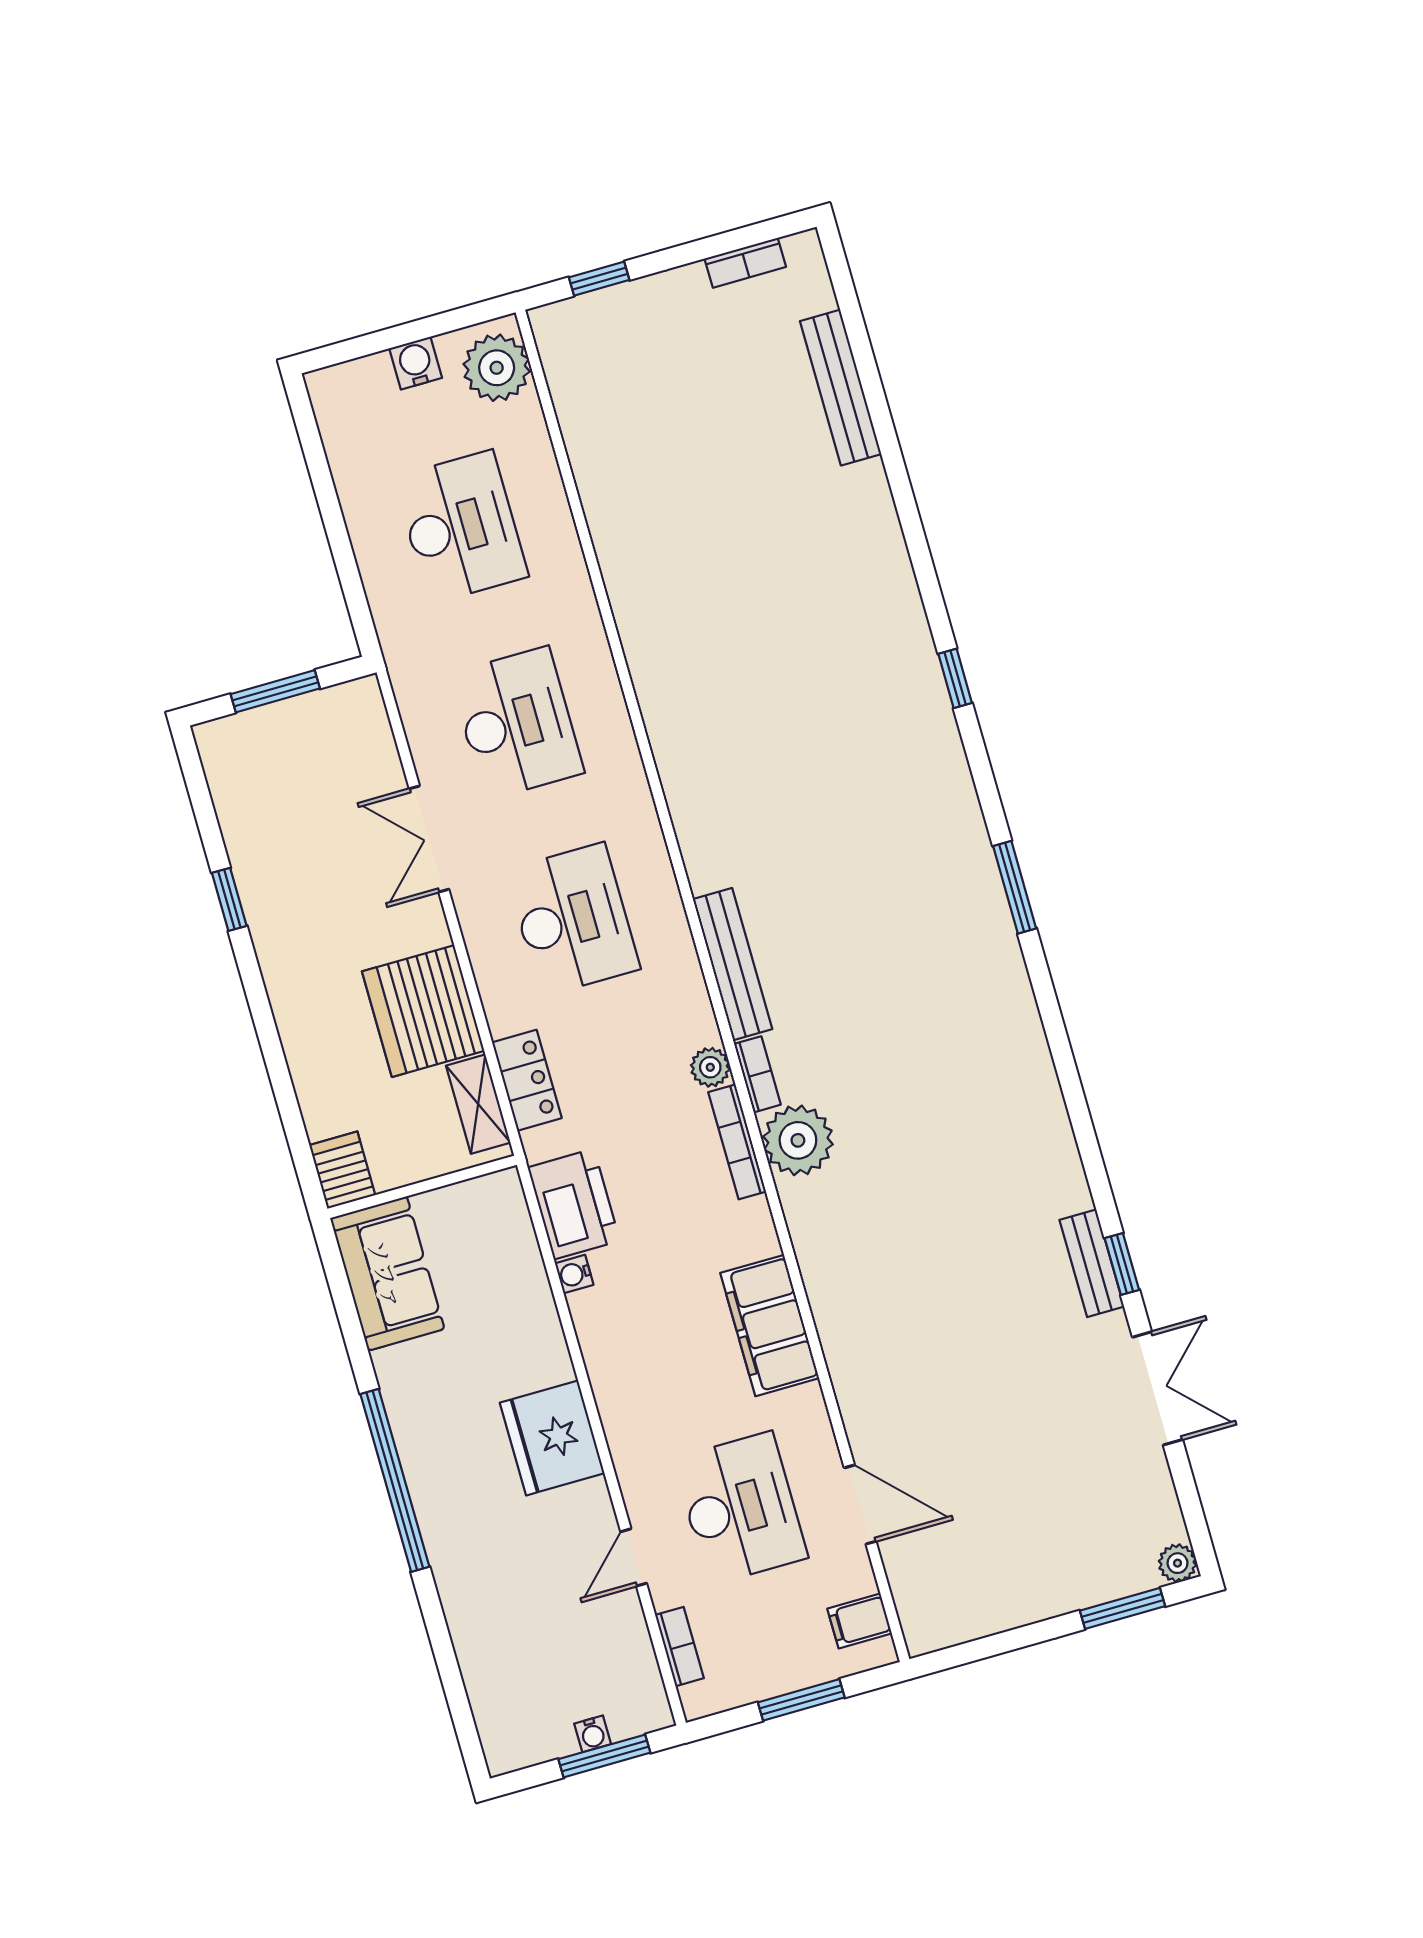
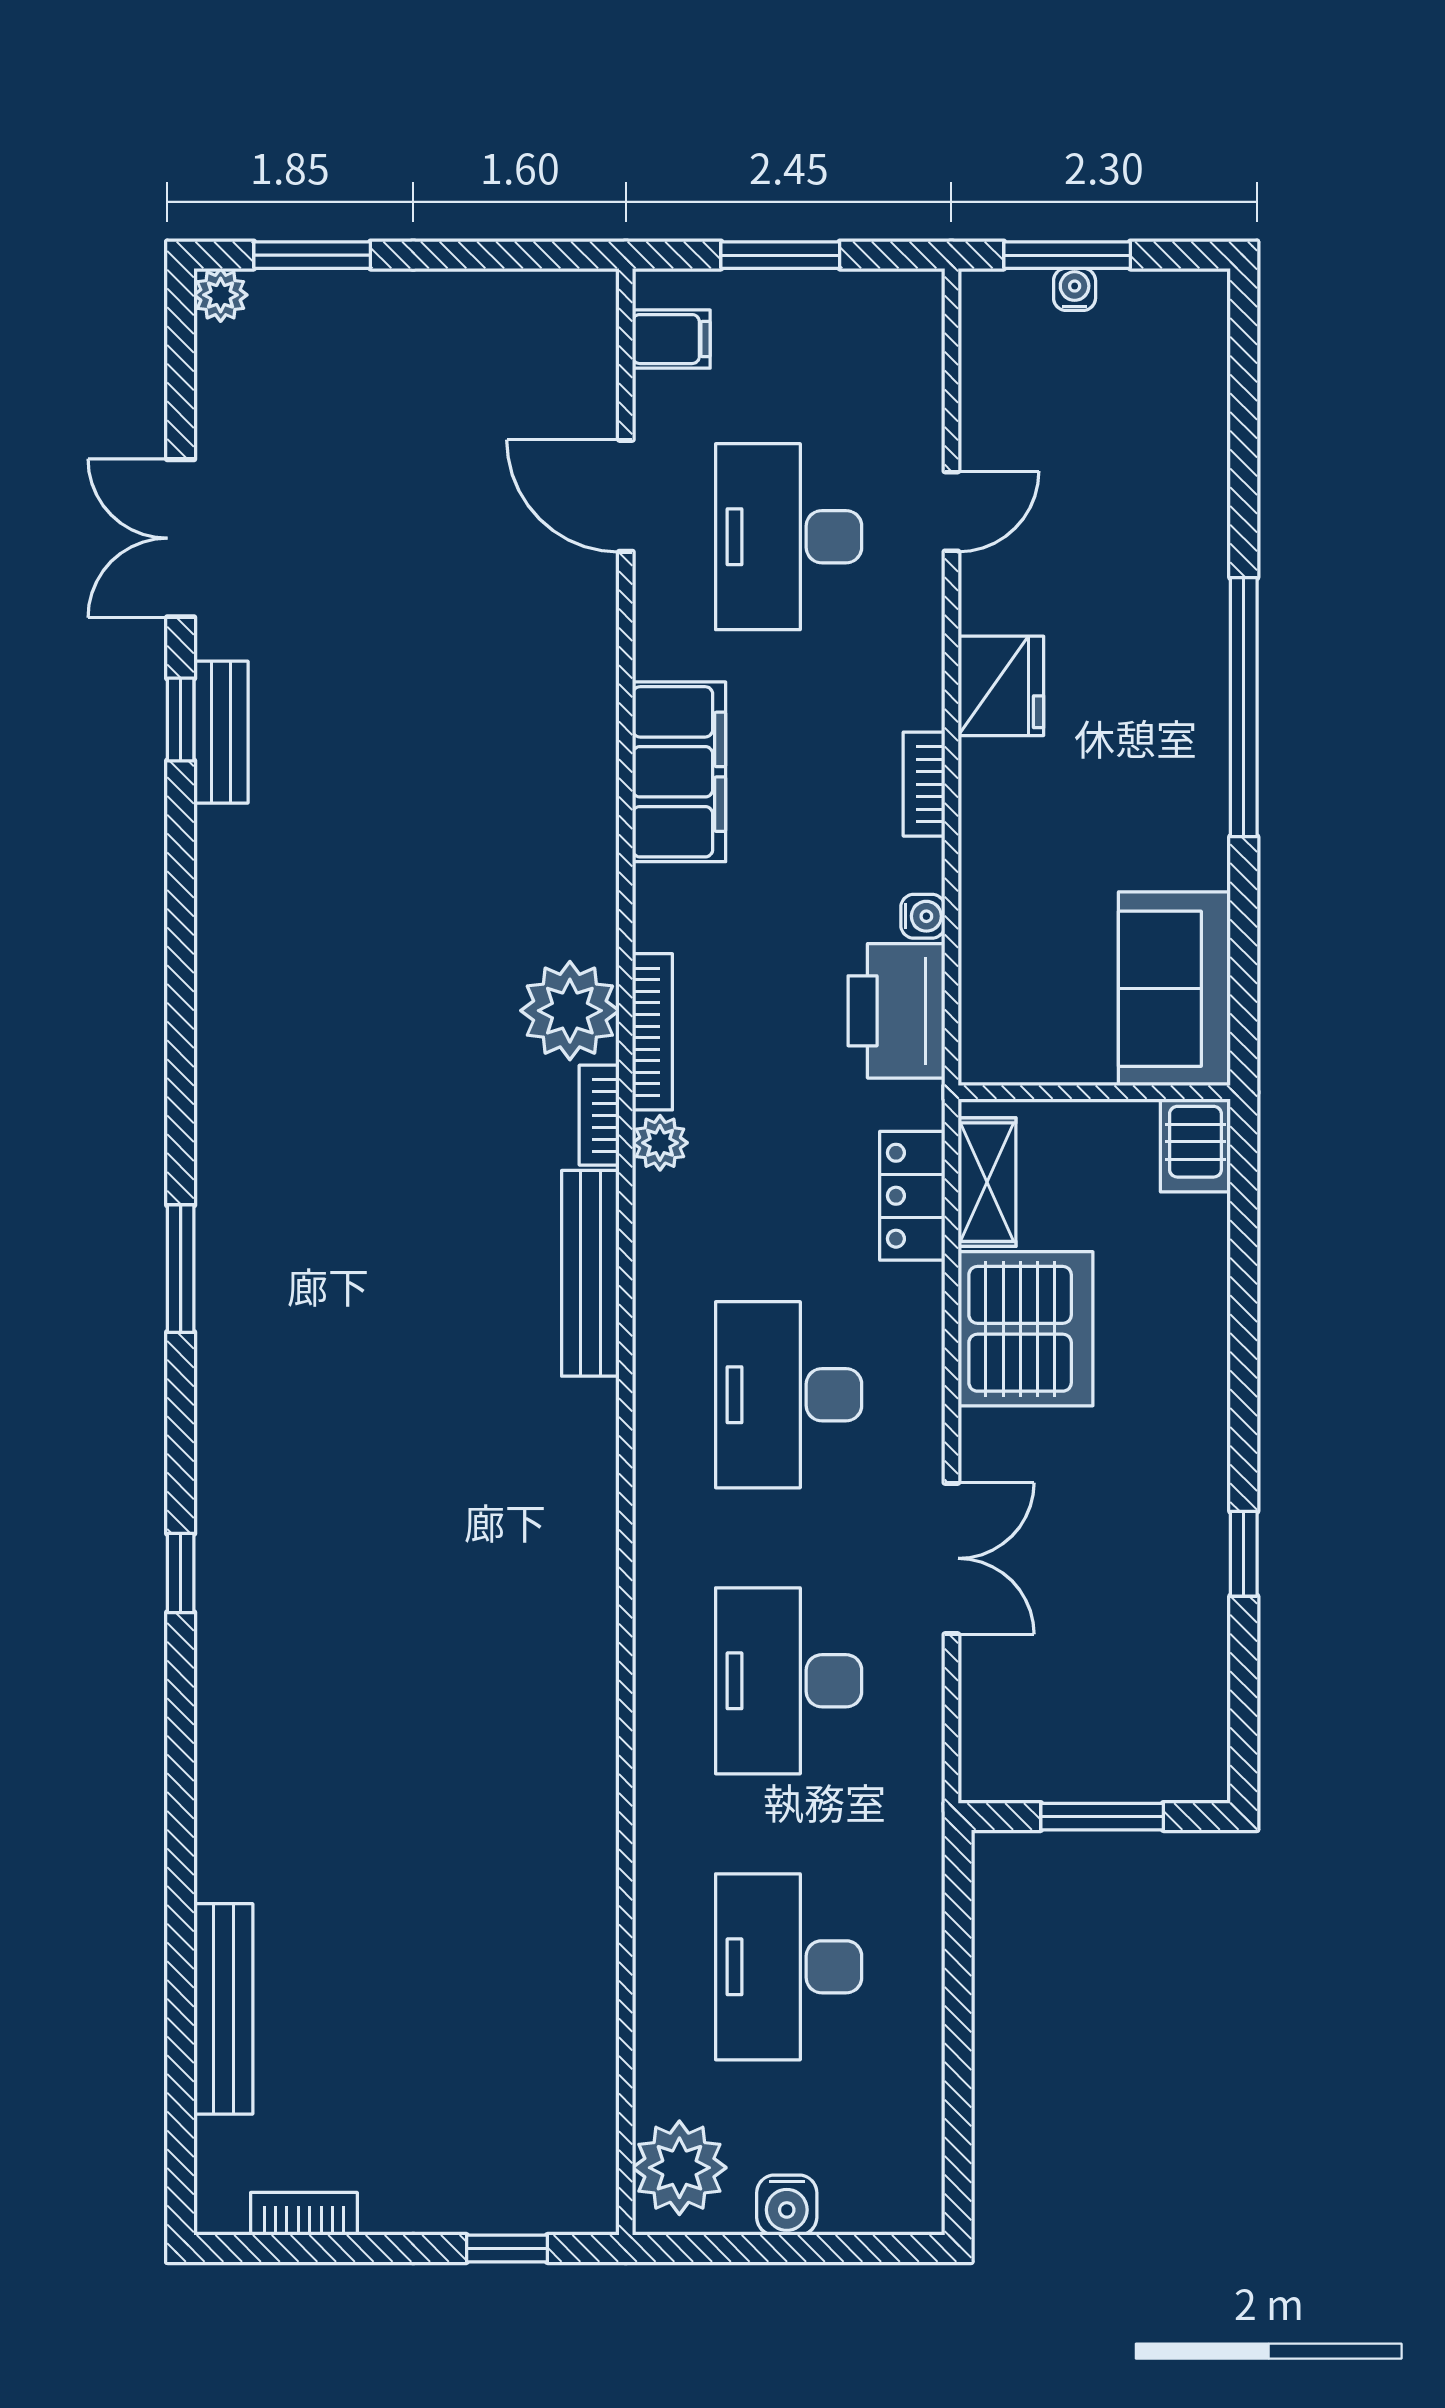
fridge: (552, 1438) -> (1001, 686), width x0.73, depth x0.75
bookcase: (679, 1647) -> (924, 784), moved

